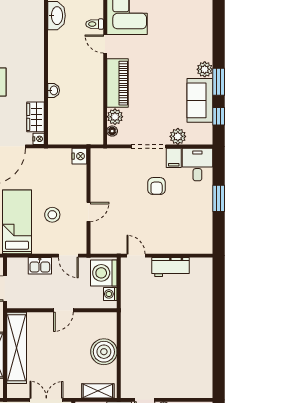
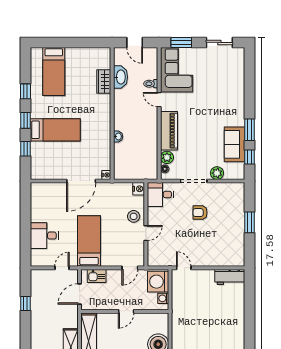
plant: (205, 69) -> (238, 120), removed
wardrobe: (35, 117) -> (104, 82), moved
filing cabinet: (174, 158) -> (214, 190), removed
desk: (197, 165) -> (160, 195), moved, turned -90
armchair: (157, 186) -> (200, 213), turned 90
stool: (52, 215) -> (134, 216), moved
door: (68, 256) -> (130, 268), hinge flipped
kitchen sink: (40, 266) -> (97, 276), moved
workbench: (171, 267) -> (230, 277), moved

